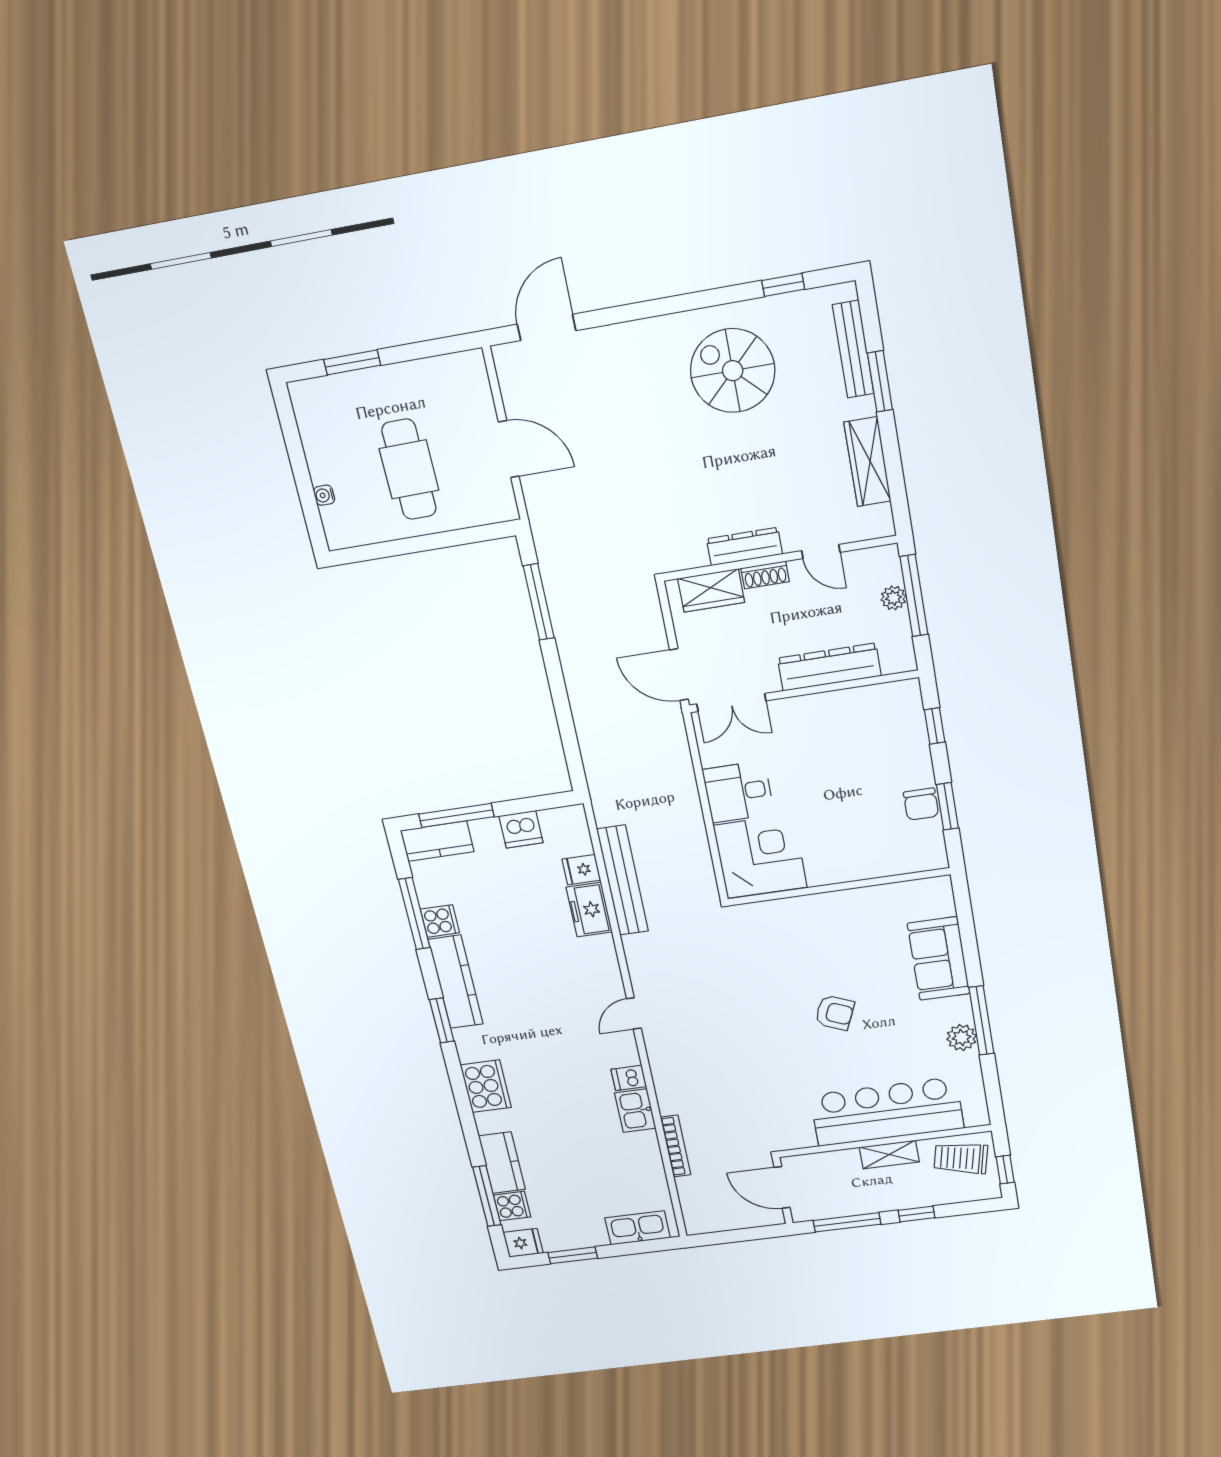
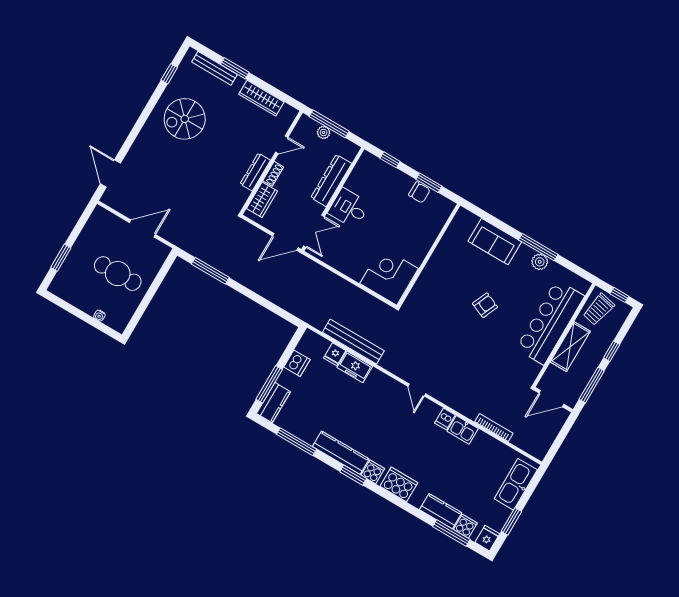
desk: (738, 792) -> (349, 208), moved, turned 90
cooker: (440, 921) -> (373, 472), moved
shelving: (889, 1155) -> (570, 347), width x1.50, depth x1.33
kitchen sink: (638, 1228) -> (516, 484), width x1.36, depth x1.24

